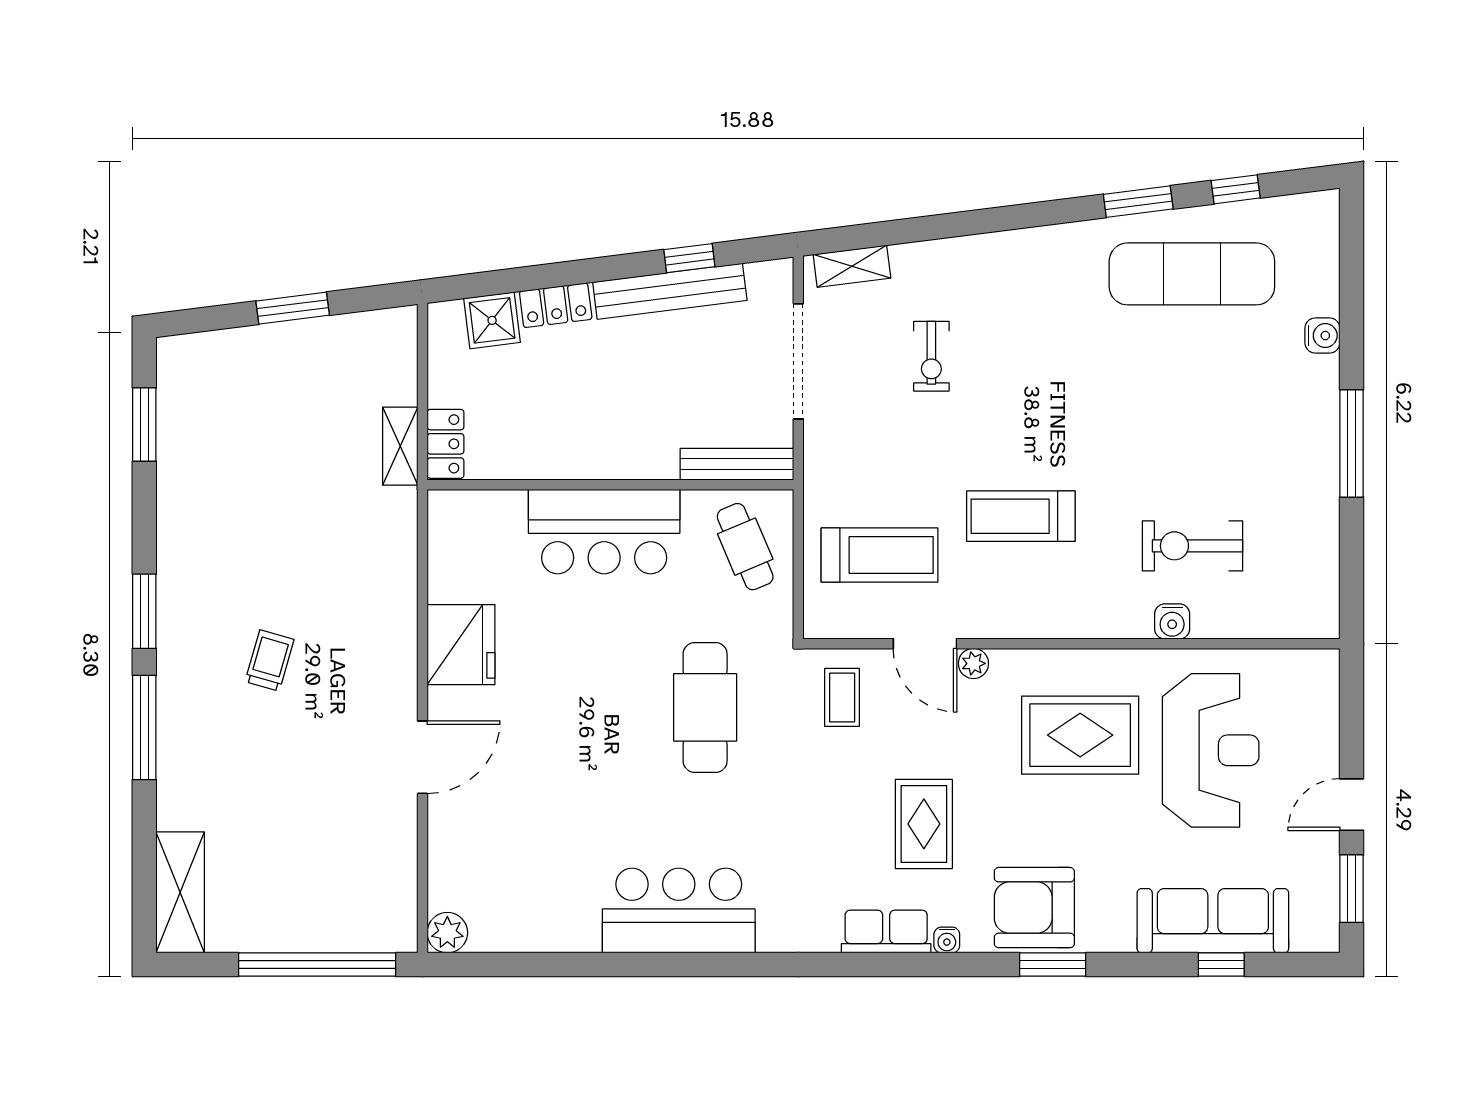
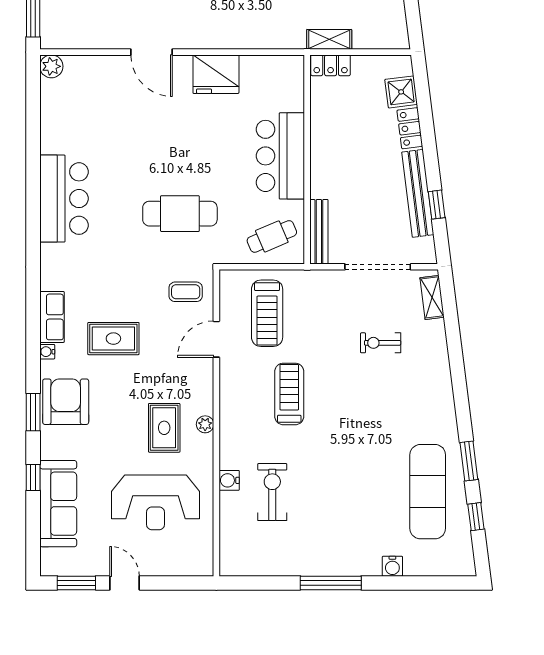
plant: (973, 663) -> (205, 424), moved
rug: (1080, 735) -> (164, 428), width x0.73, depth x0.70
window: (1221, 965) -> (33, 478), moved

